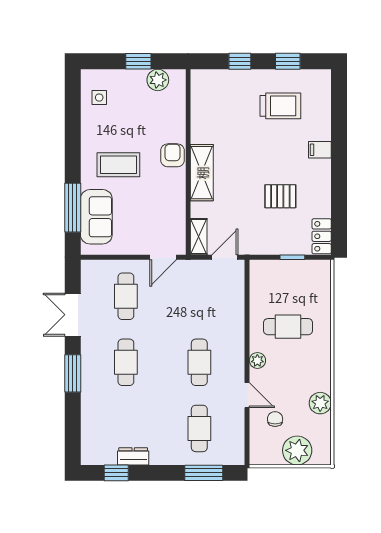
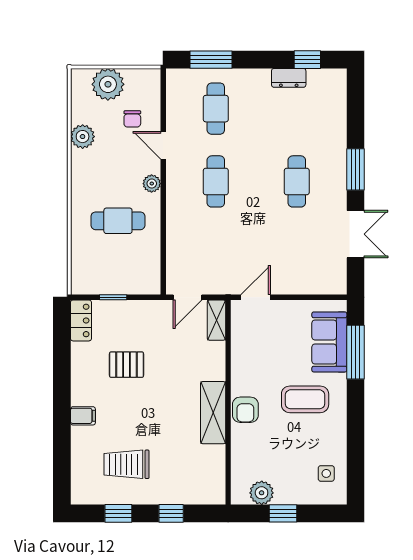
shelving: (202, 173) -> (213, 413), moved
cafe table: (126, 296) -> (297, 254), removed

